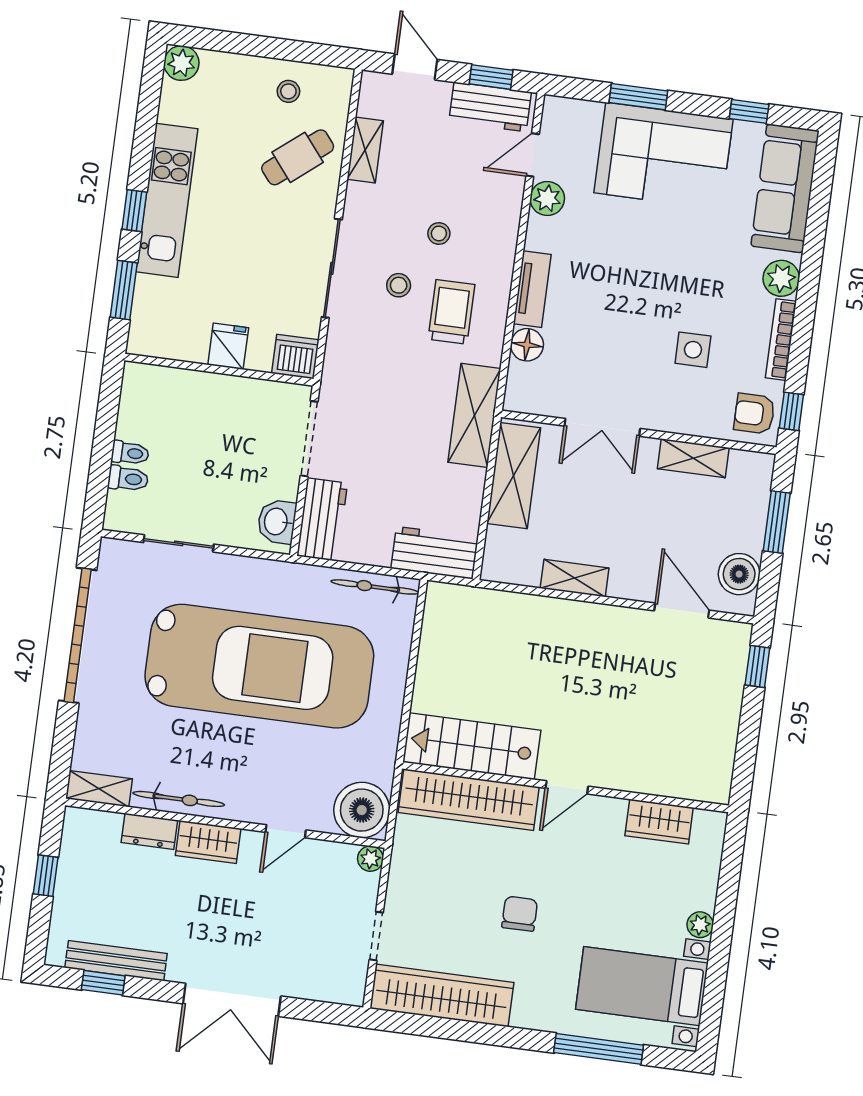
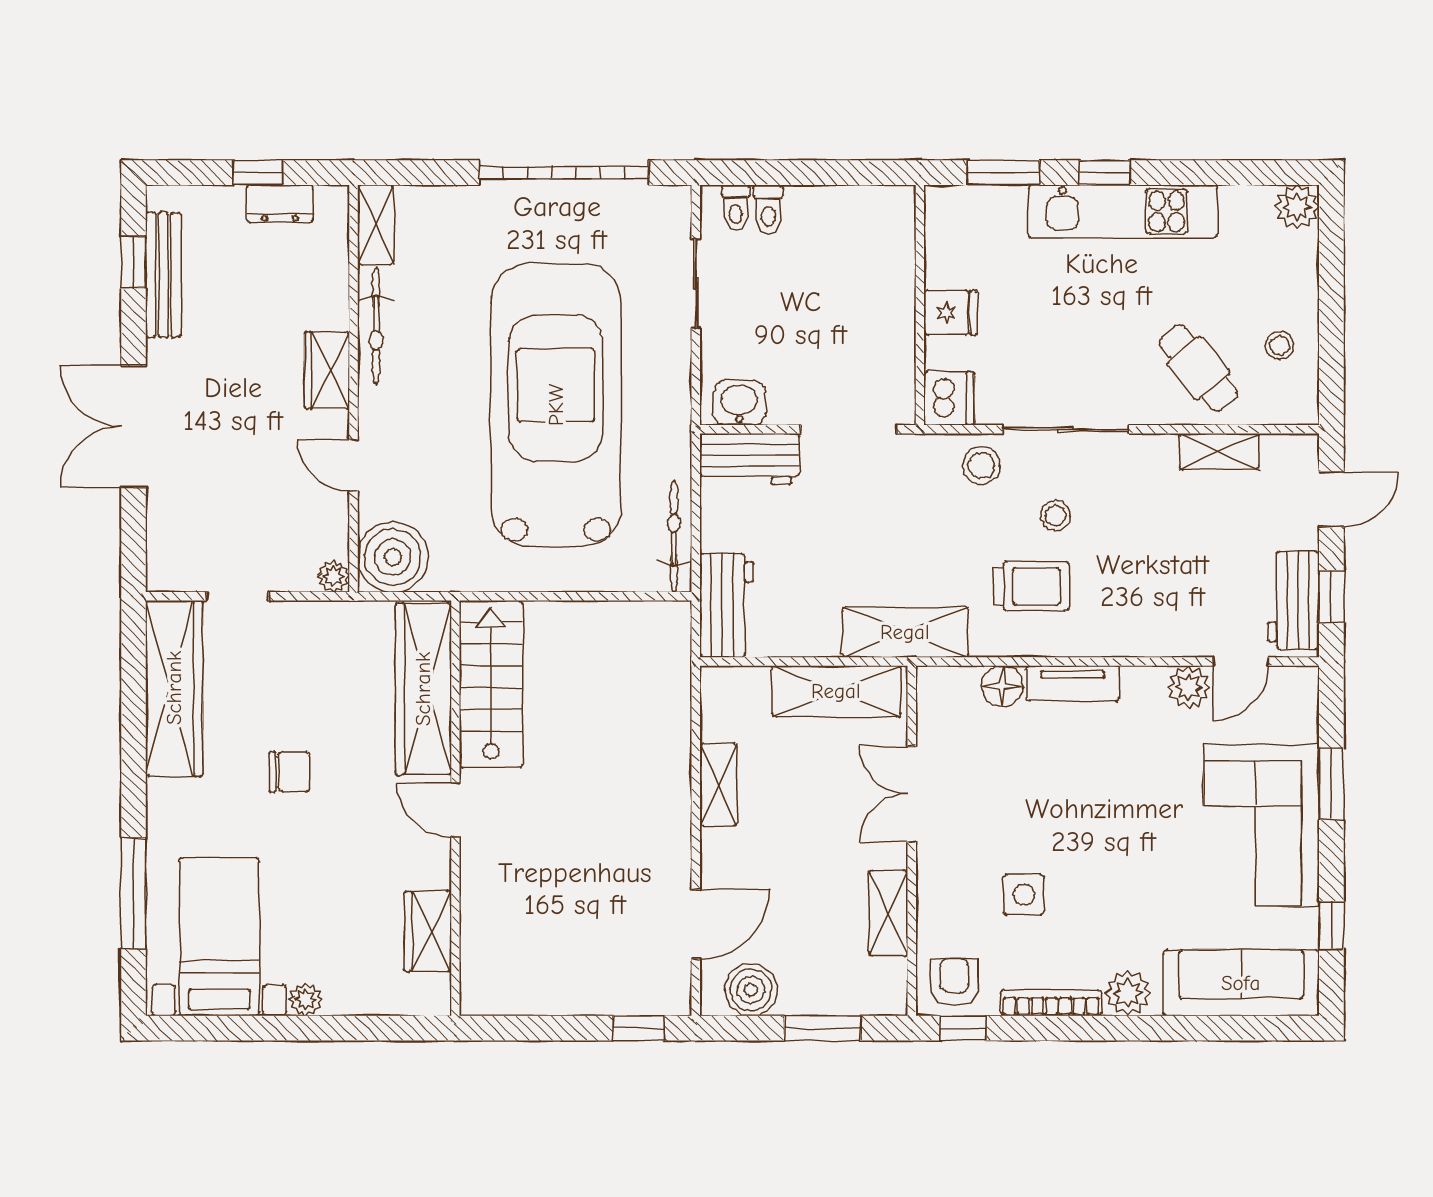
door: (533, 155) -> (1241, 662), swing flipped
stool: (439, 233) -> (981, 465), moved, width x1.37, depth x1.37
toilet: (130, 453) -> (736, 208), moved
car: (259, 666) -> (556, 405), turned 180
dresser: (149, 831) -> (280, 204), moved, turned -90

